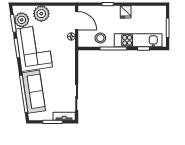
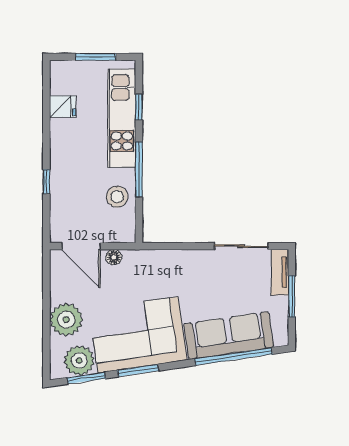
fridge: (126, 12) -> (63, 107), moved
door: (77, 21) -> (81, 246), swing flipped

